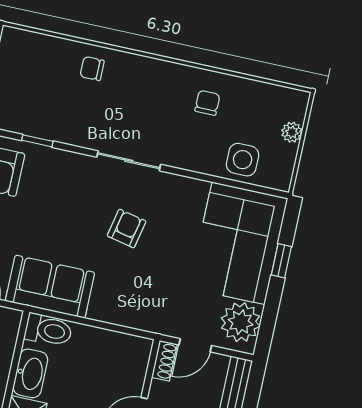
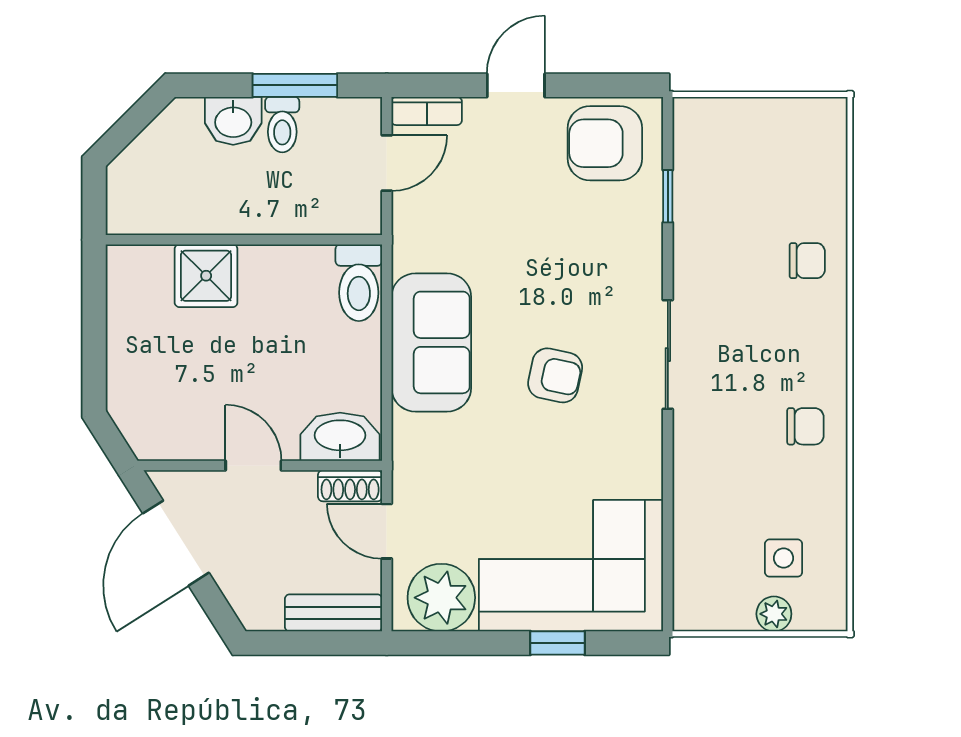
chair: (92, 68) -> (807, 261), turned 90
chair: (207, 103) -> (805, 426), moved
side table: (243, 160) -> (784, 558), moved, width x0.73, depth x0.73
sofa: (50, 287) -> (431, 342), moved
washbasin: (30, 373) -> (340, 437), moved, turned 180

